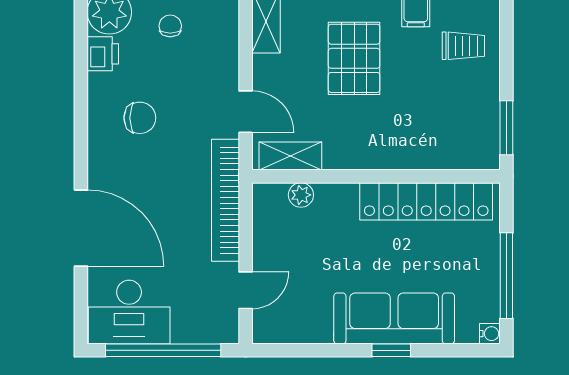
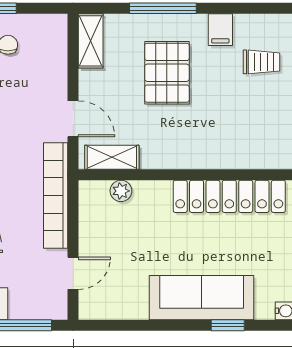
window: (391, 350) -> (228, 325), moved

